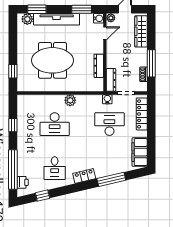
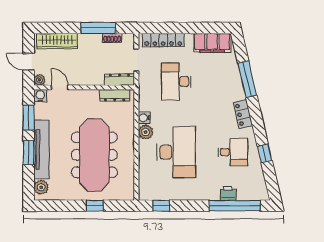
window: (37, 9) -> (29, 153), moved
meeting table: (52, 60) -> (94, 155), width x1.36
dresser: (99, 66) -> (115, 95), moved
window: (13, 71) -> (95, 206), moved
water cooler: (107, 99) -> (144, 118), moved
desk: (55, 124) -> (176, 152), width x1.36, depth x1.30
window: (13, 125) -> (161, 206), moved
printer: (23, 182) -> (228, 193), moved
window: (43, 195) -> (265, 153), moved

